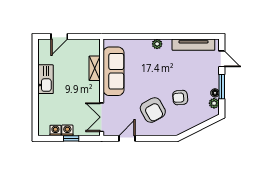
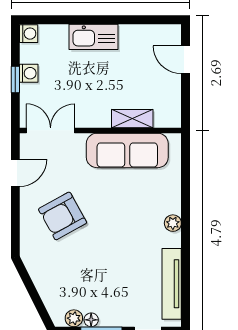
kitchen sink: (46, 79) -> (93, 37), moved
armchair: (180, 98) -> (83, 262), removed
washing machine: (55, 130) -> (29, 34), moved
door: (127, 138) -> (15, 173), hinge flipped

